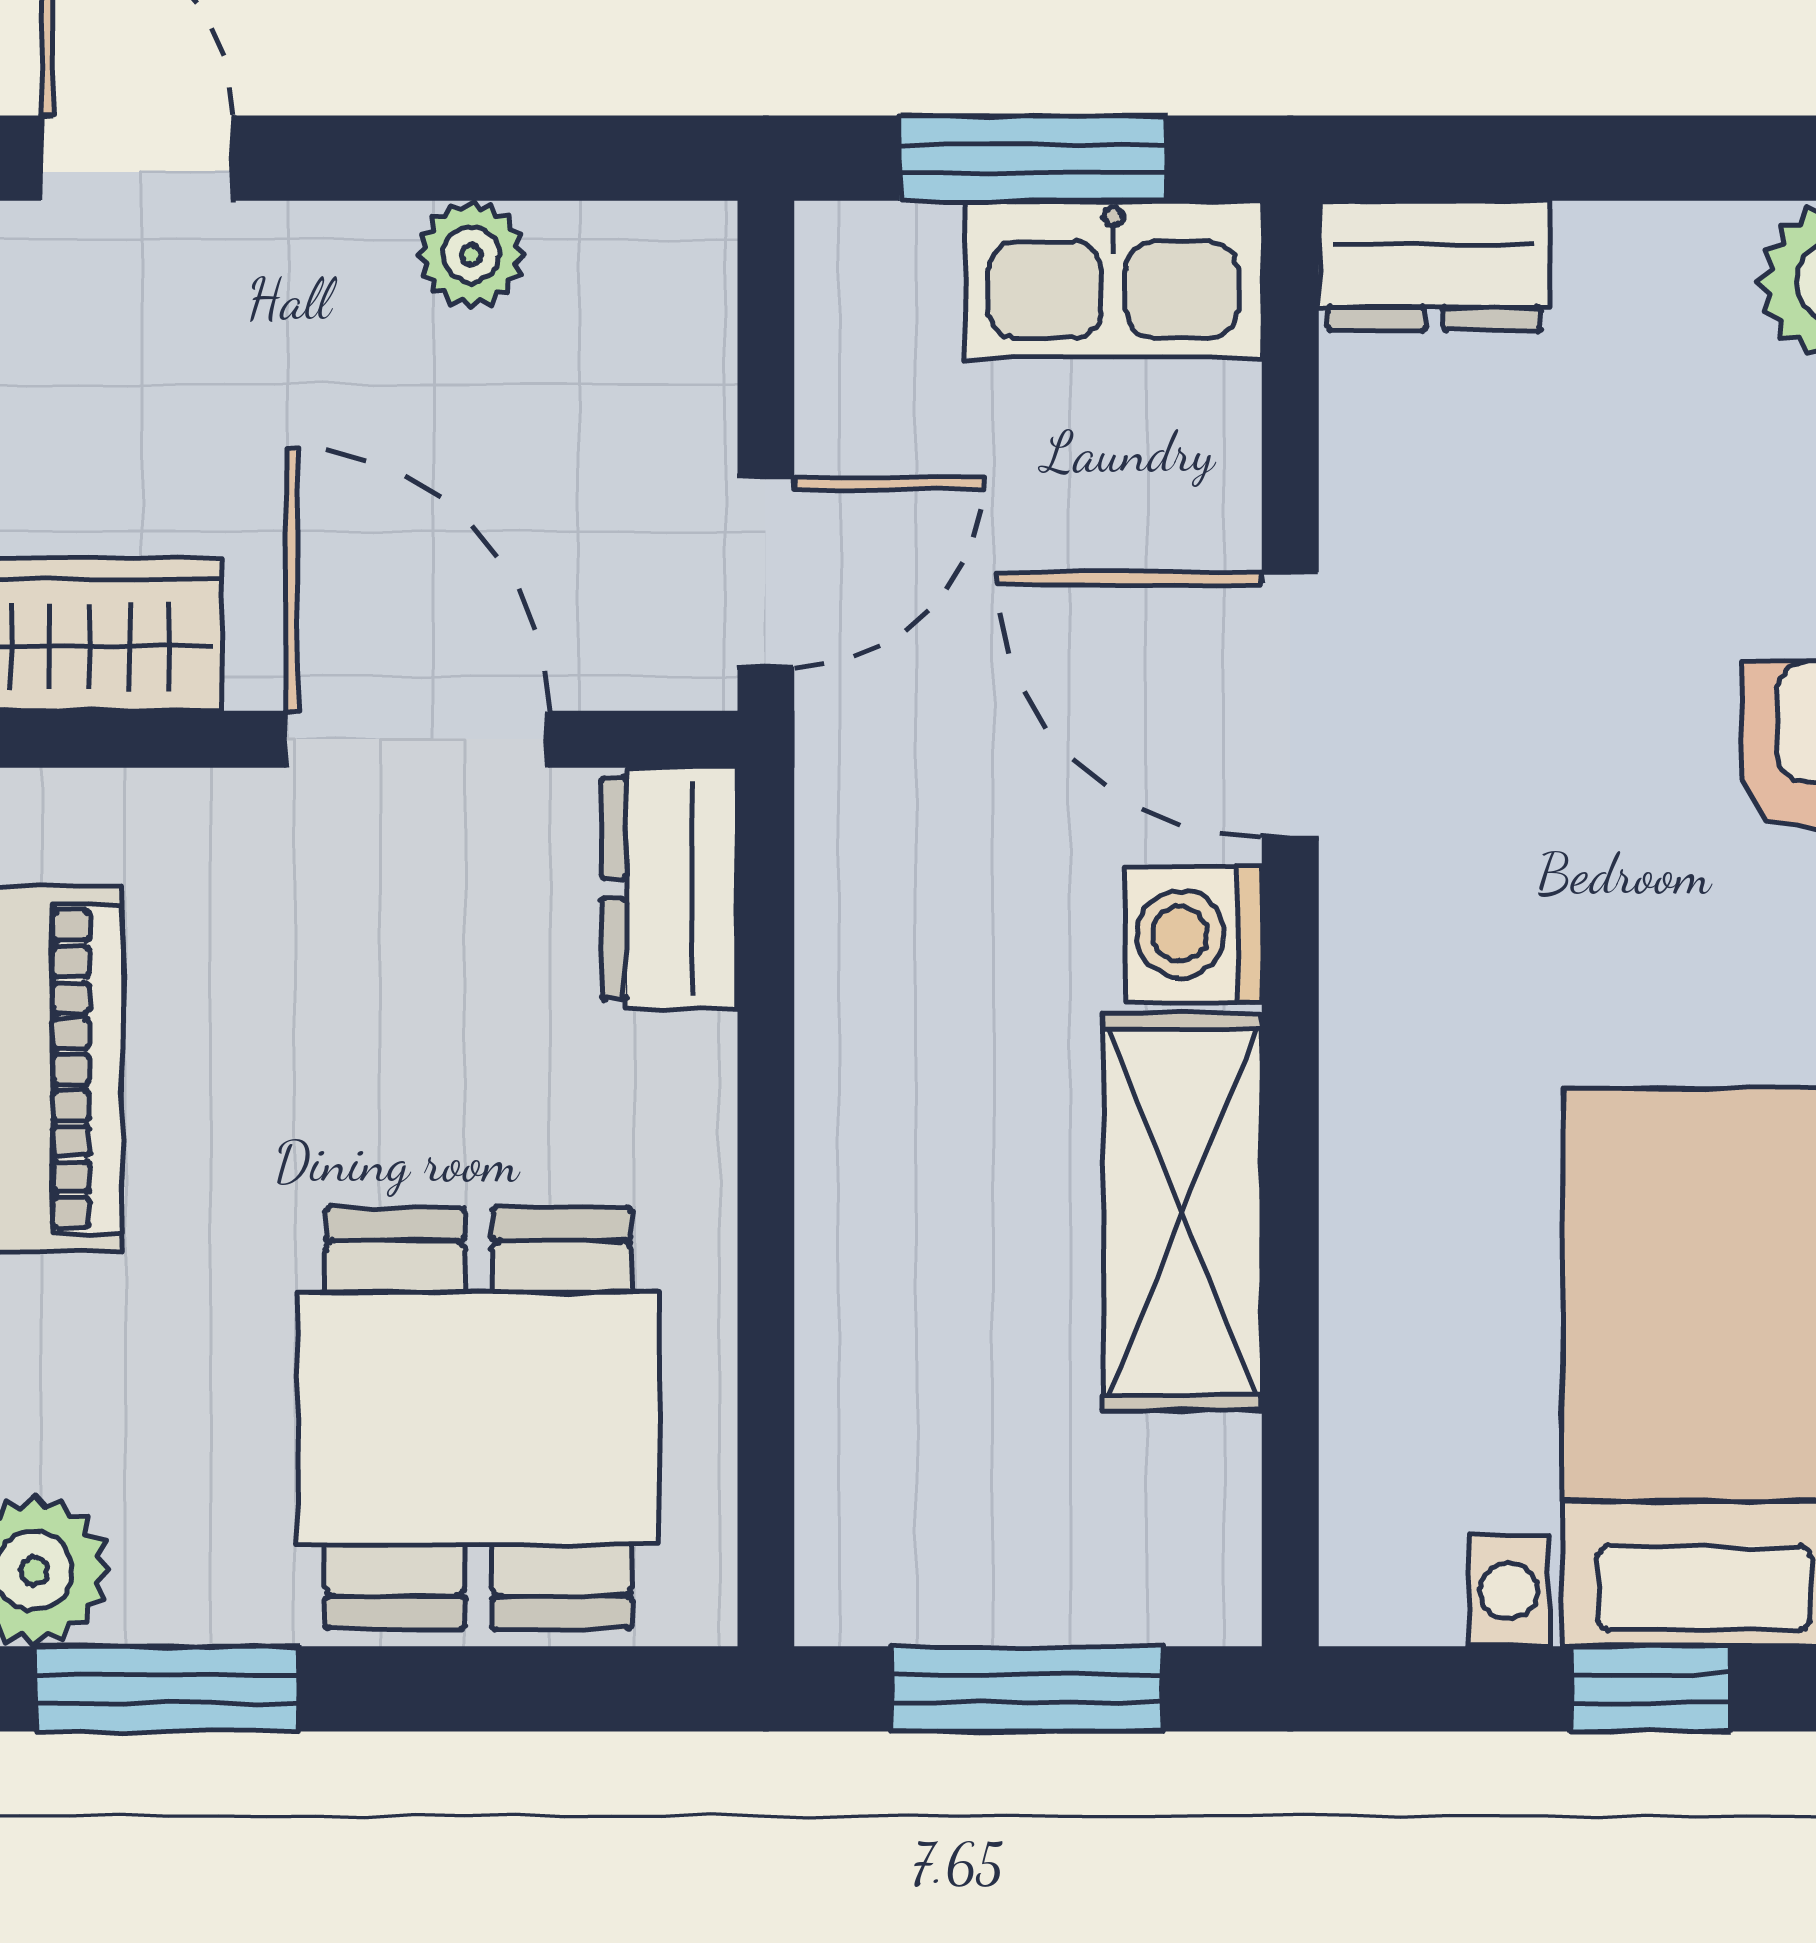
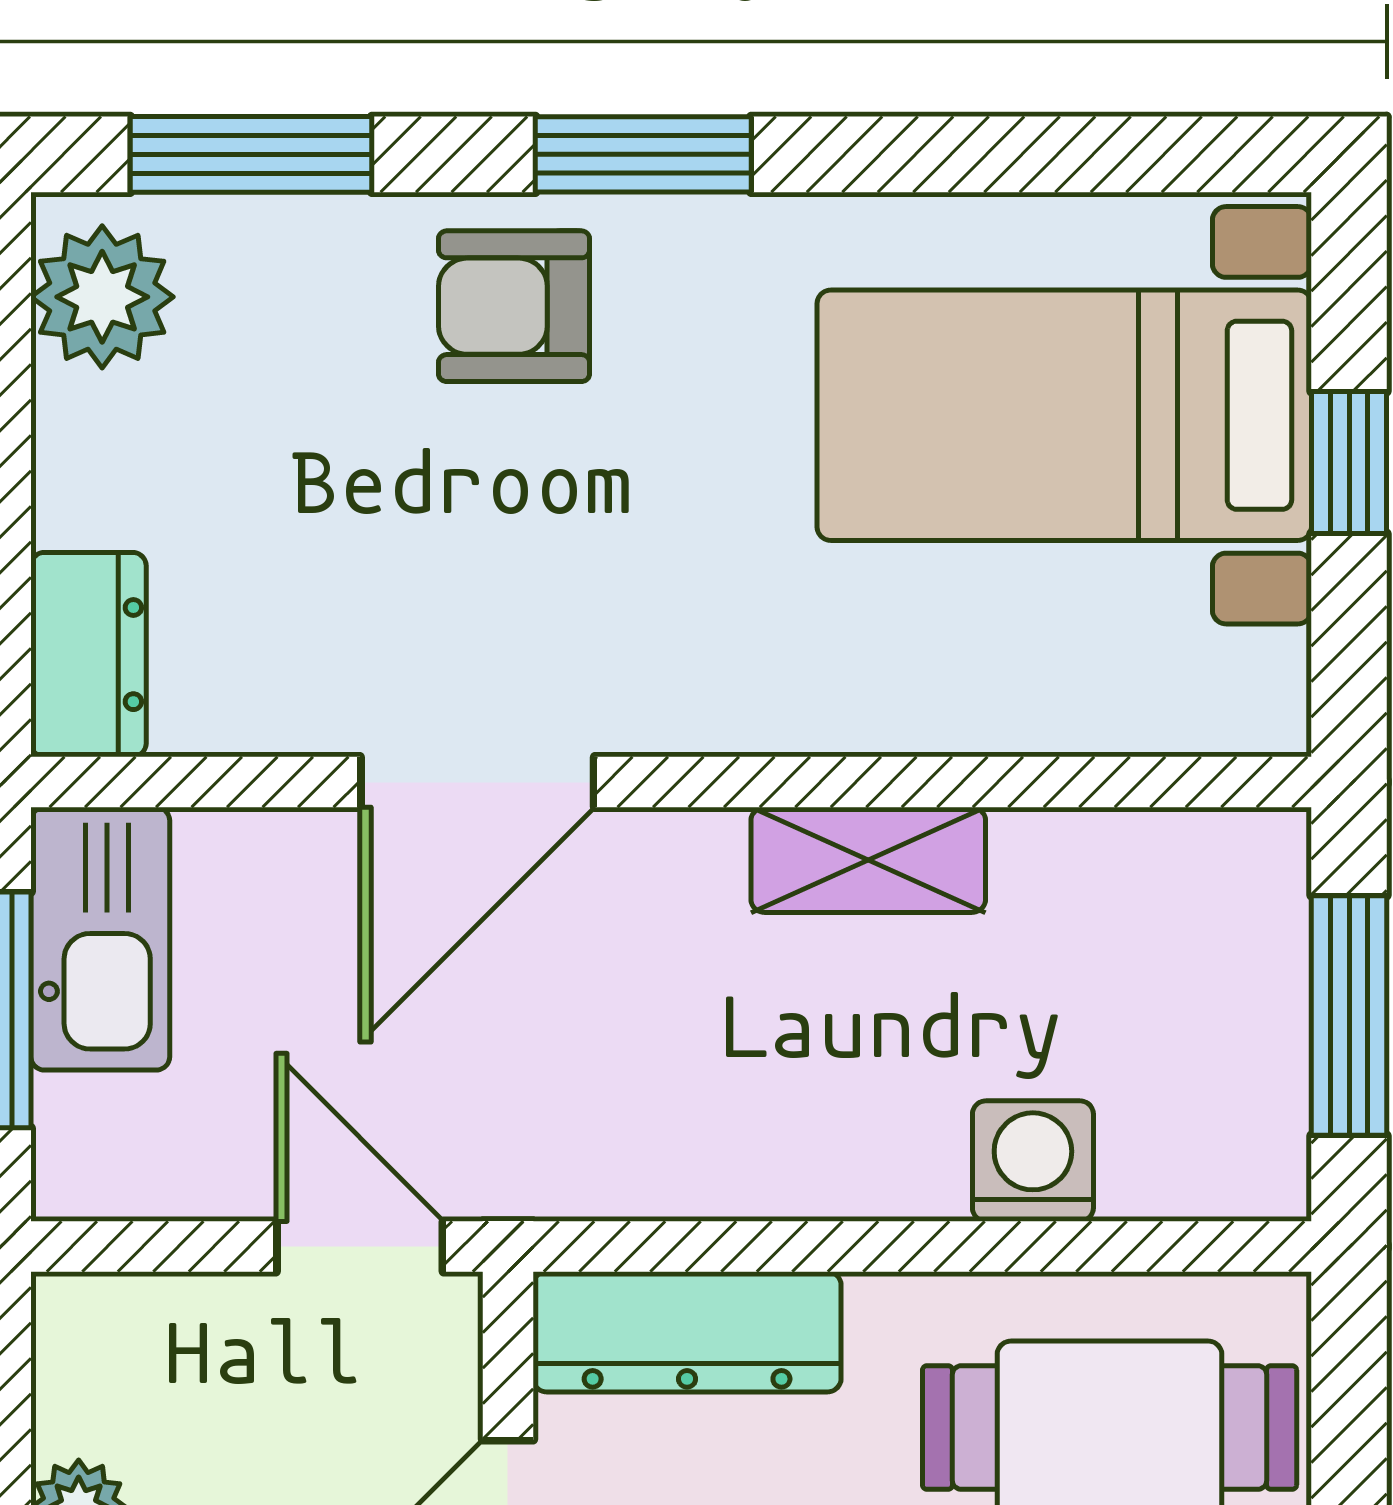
dresser: (670, 889) -> (687, 1332), width x1.44
washing machine: (1194, 934) -> (1033, 1161), moved, turned 180
shelving: (1183, 1212) -> (868, 860), width x0.67, depth x0.75

